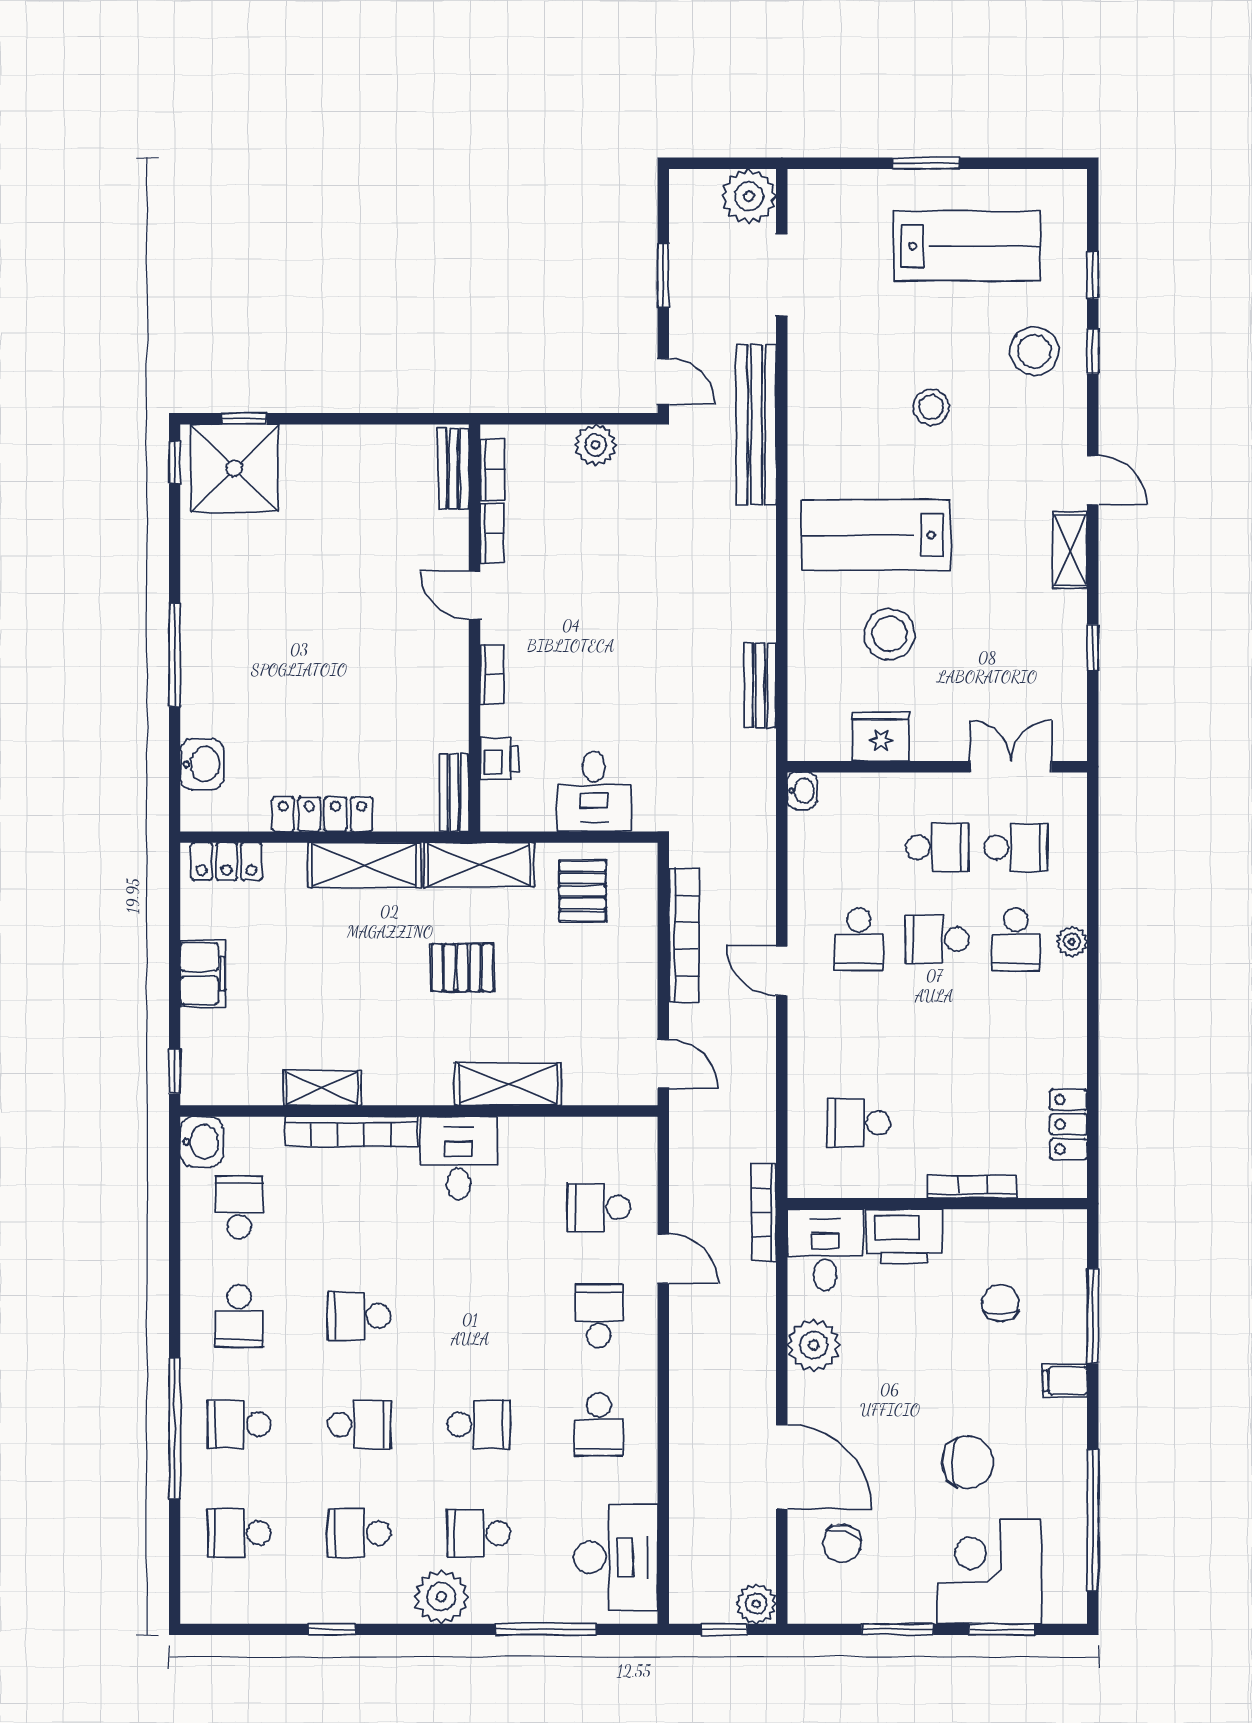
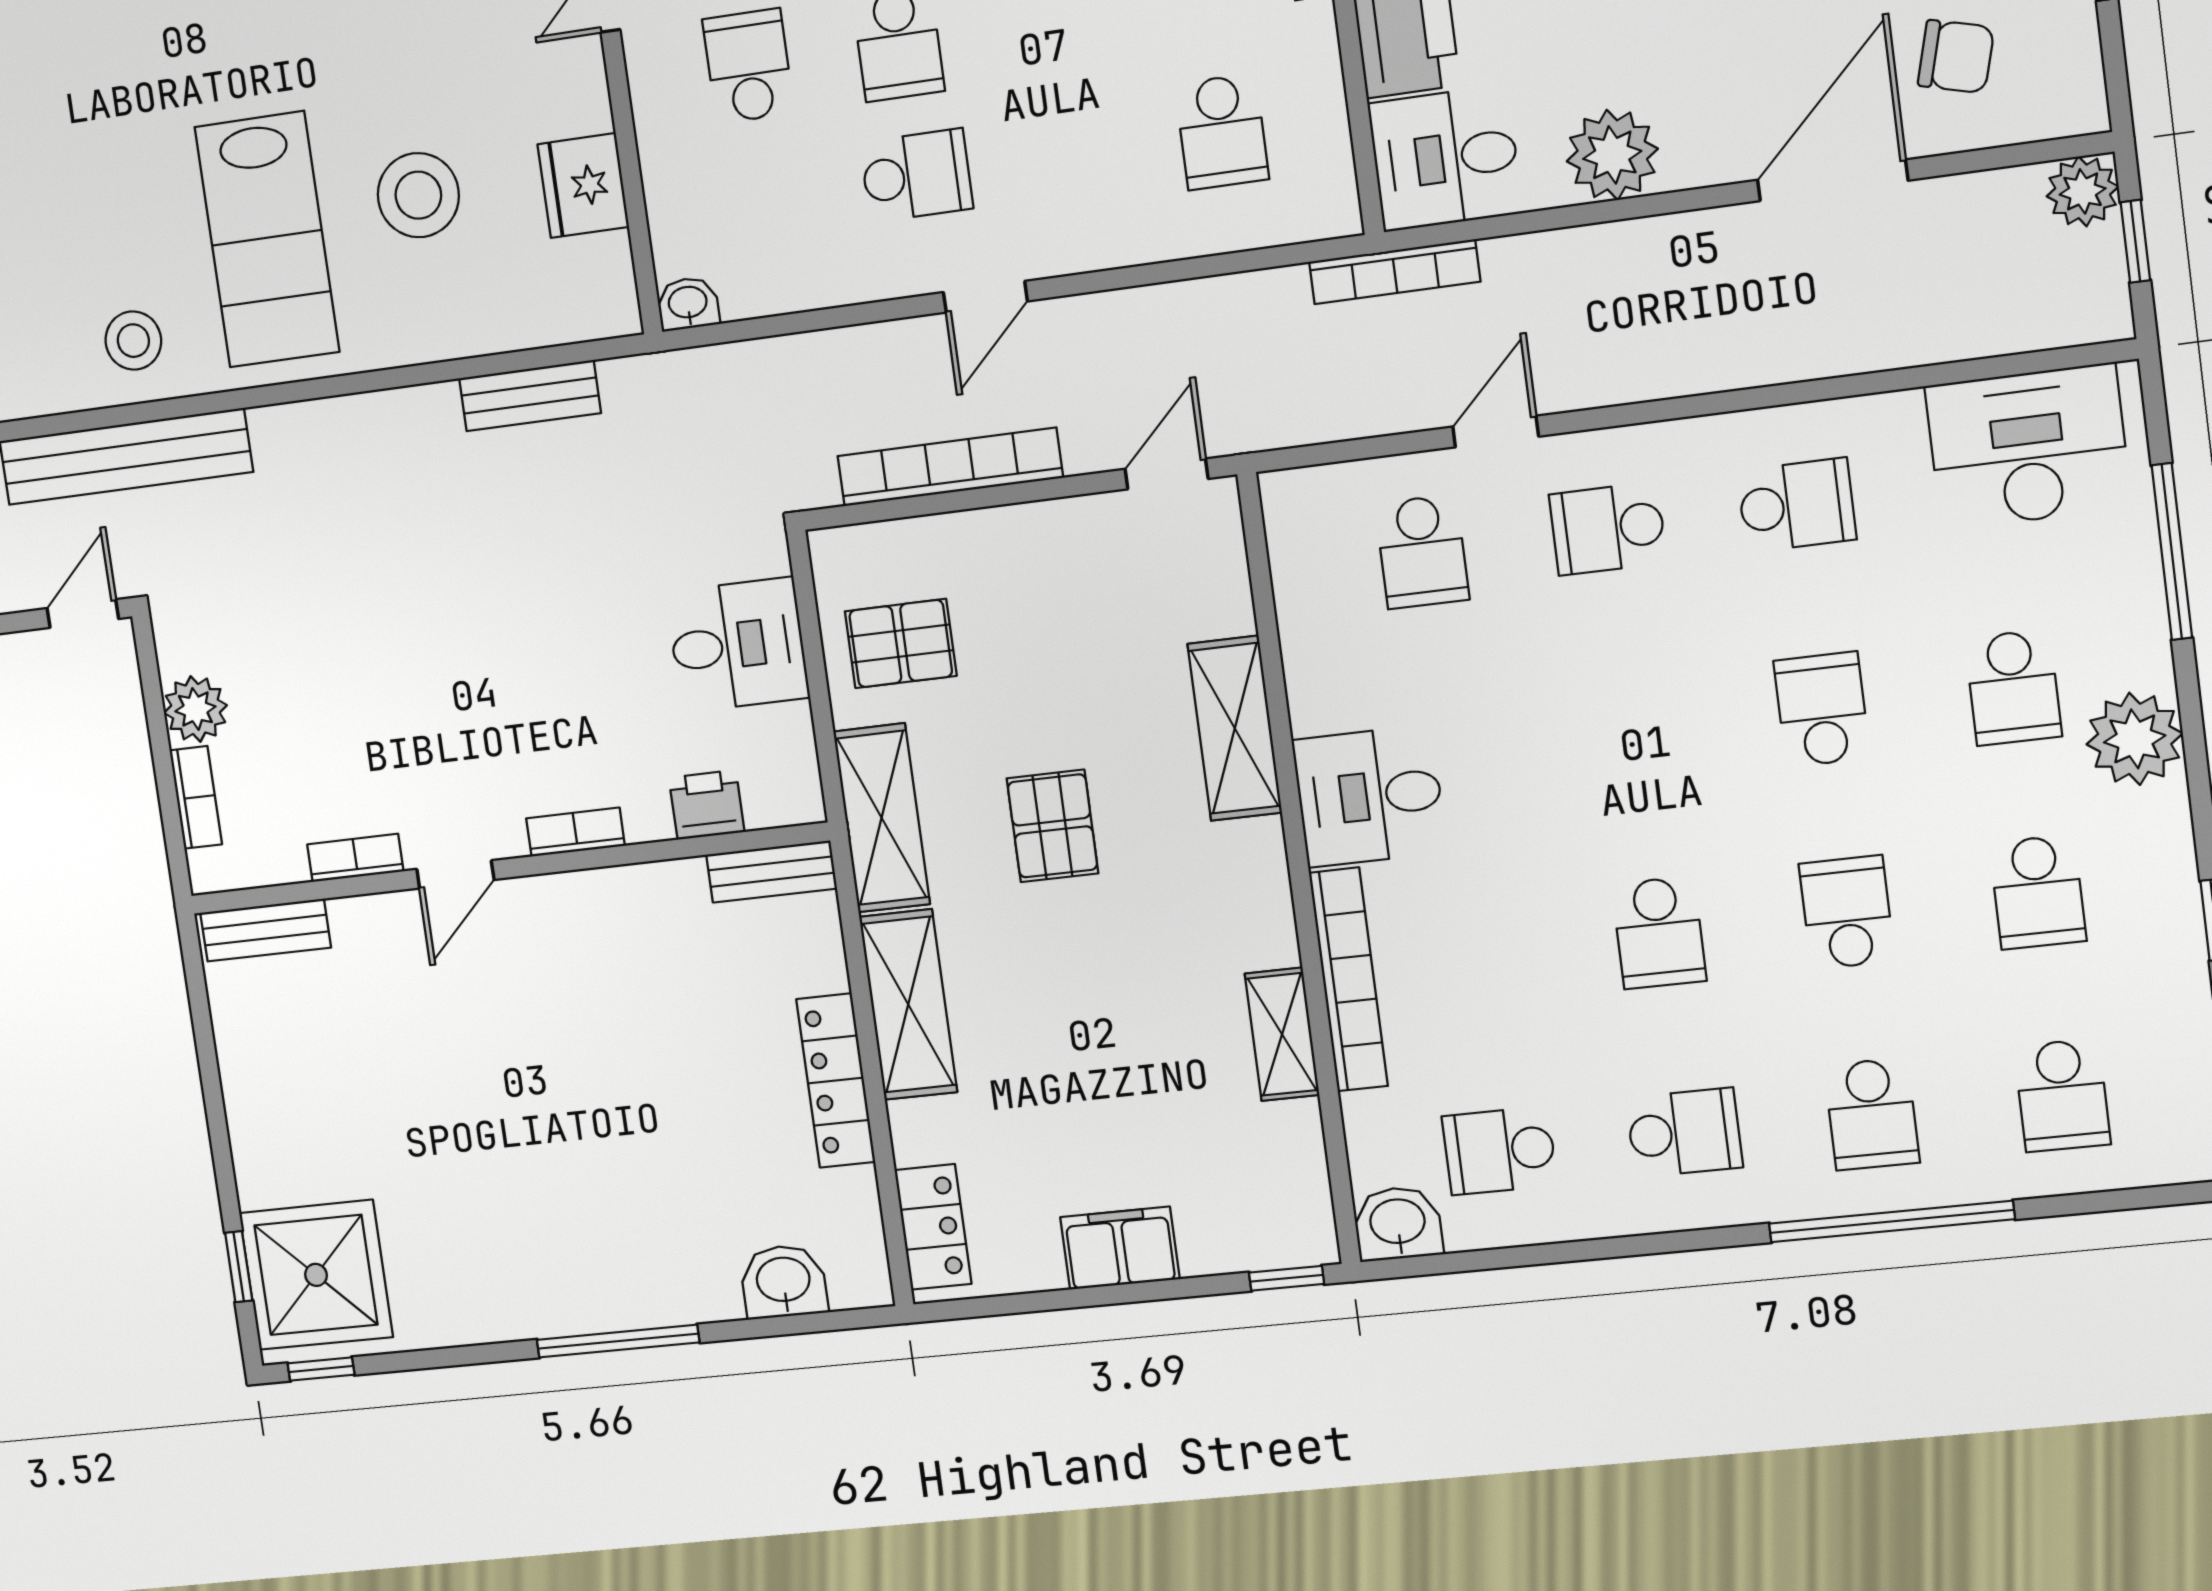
stool: (931, 407) -> (133, 341), moved
bookcase: (492, 470) -> (196, 797), moved, turned 90

